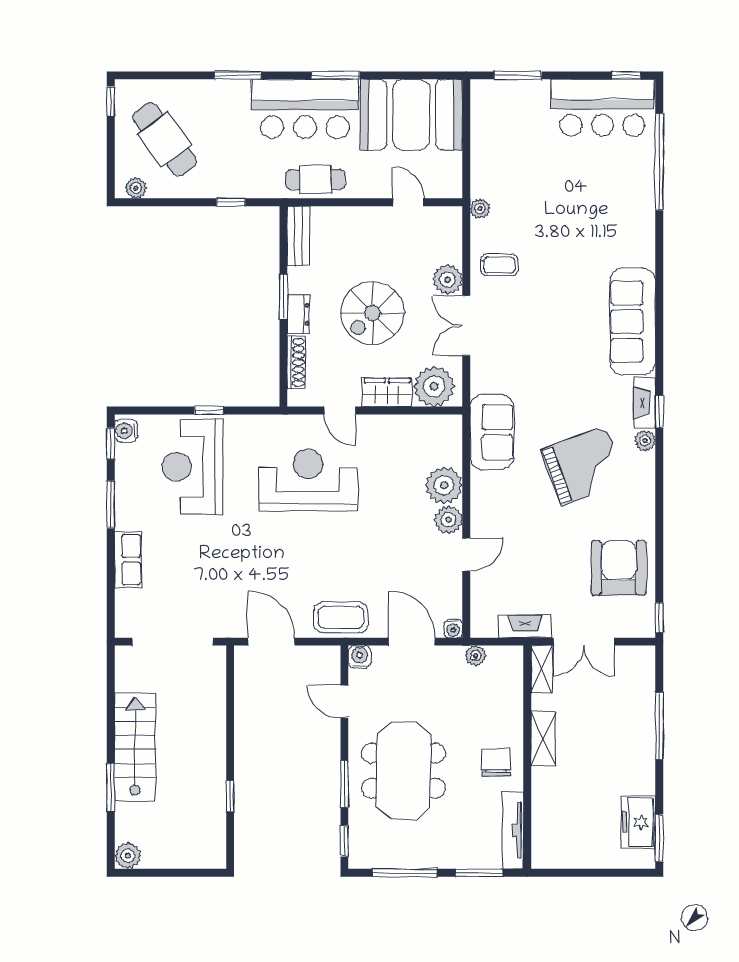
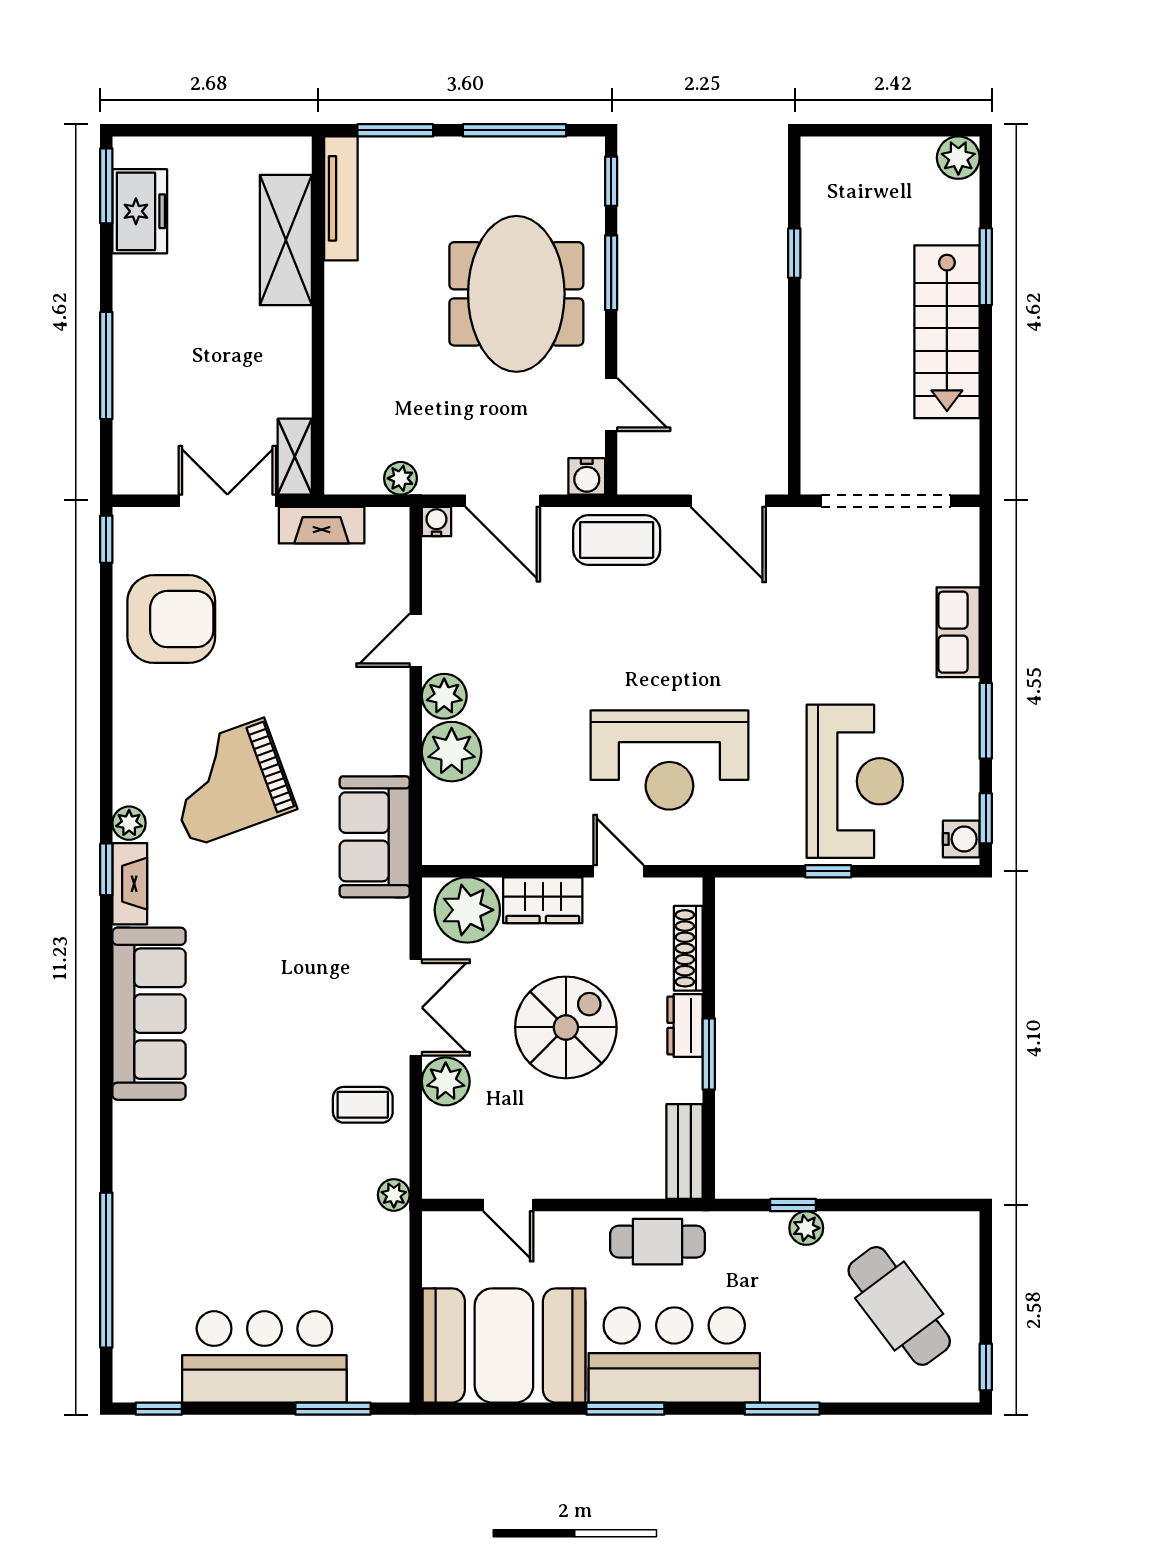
bar counter: (602, 108) -> (264, 1357), moved
plant: (136, 188) -> (806, 1228), moved
armchair: (619, 568) -> (171, 619), turned -90
shelving: (543, 739) -> (286, 240), moved, width x1.50, depth x1.33
chair: (496, 762) -> (368, 307), removed

